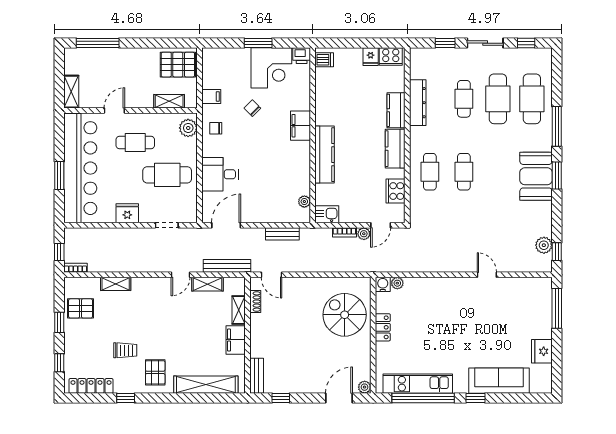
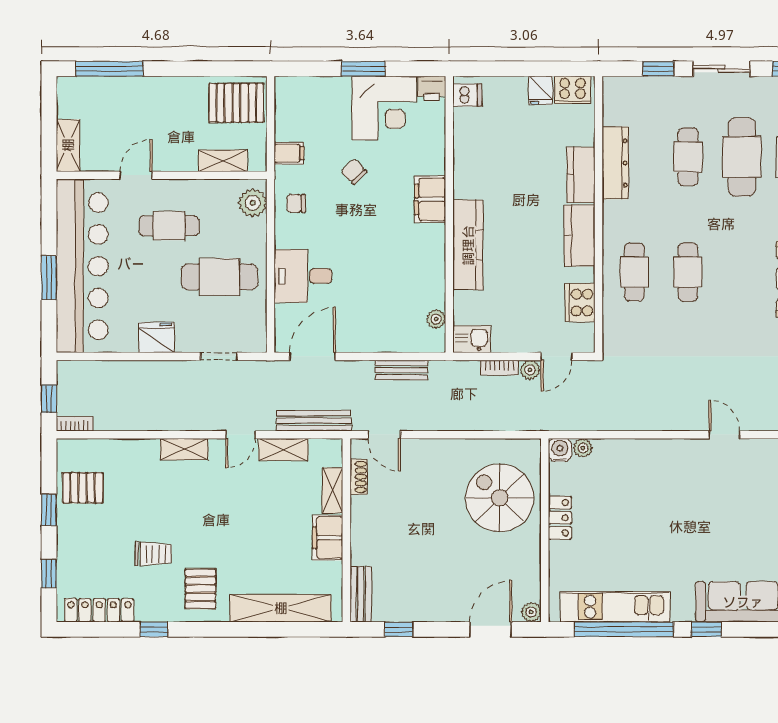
shelving: (116, 284) -> (184, 449), moved

